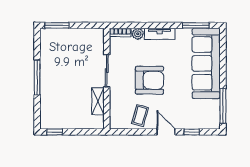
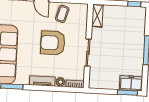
freezer: (53, 37) -> (131, 83), added
shelving: (98, 101) -> (97, 16), moved

